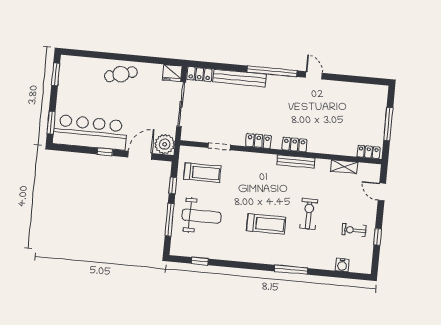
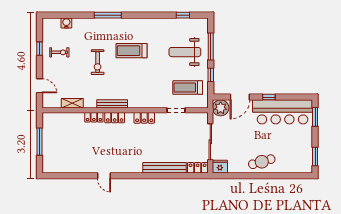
window: (272, 71) -> (139, 176), removed
locker: (368, 152) -> (94, 117), moved

